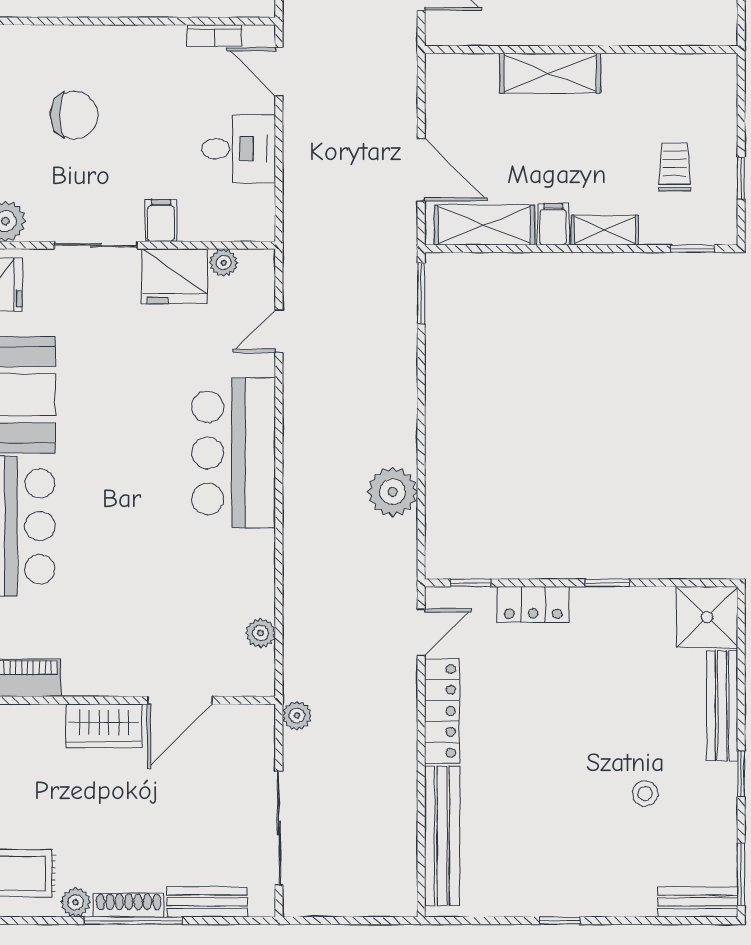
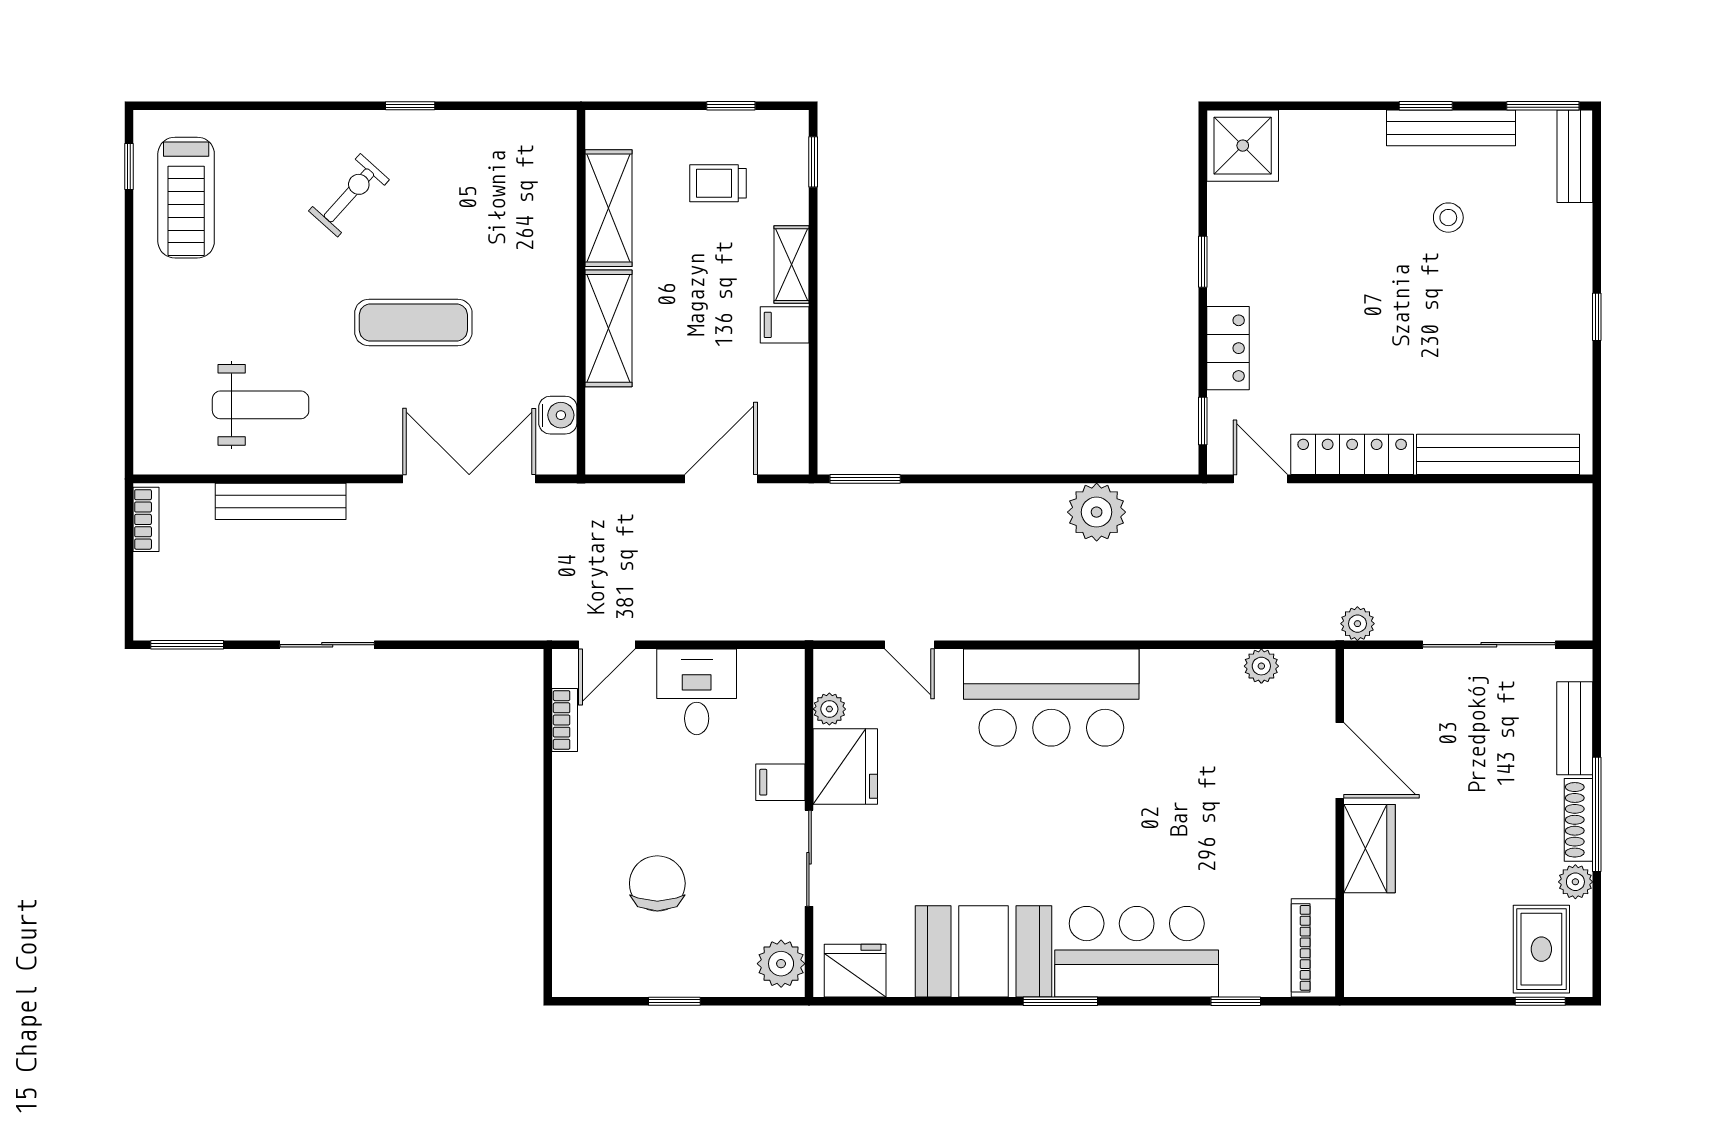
water cooler: (476, 30) -> (558, 415), added
shelving: (485, 225) -> (609, 208), moved
bench: (722, 706) -> (1451, 128), moved

